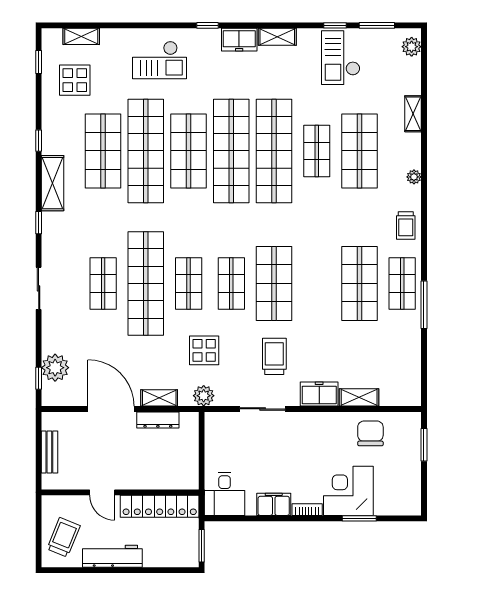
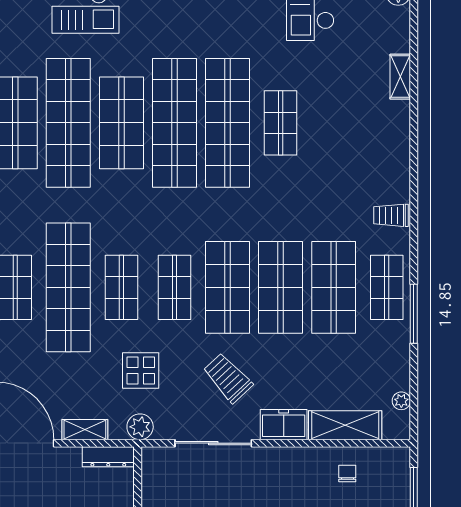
shop shelf: (359, 151) -> (281, 287), moved
plant: (414, 177) -> (401, 401), moved
trolley: (406, 225) -> (391, 215), turned 90
trolley: (274, 356) -> (228, 378), turned -43
shelving: (359, 397) -> (345, 425), width x1.50, depth x1.33
sliding door: (263, 409) -> (213, 443), width x1.37
dresser: (158, 420) -> (108, 457), moved
chair: (370, 433) -> (347, 474), width x0.54, depth x0.54

